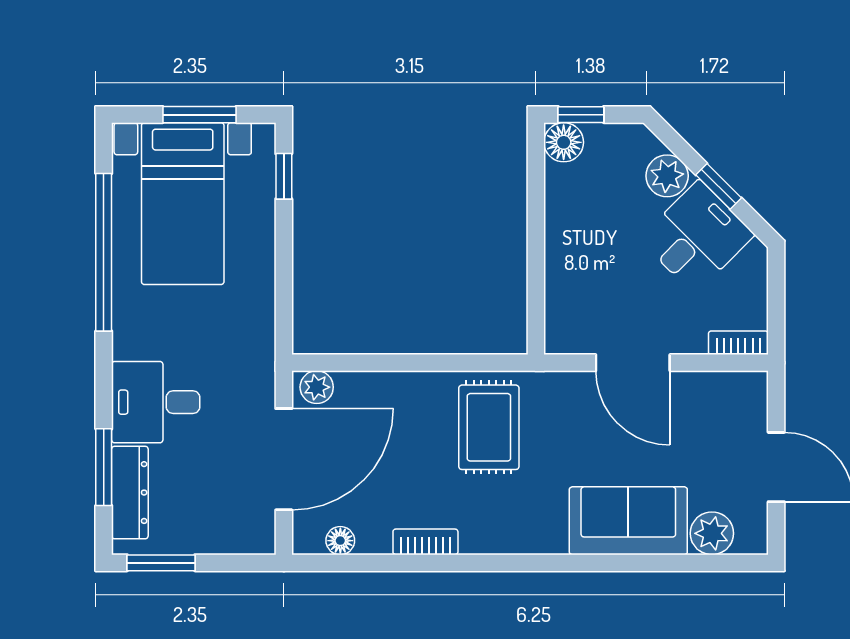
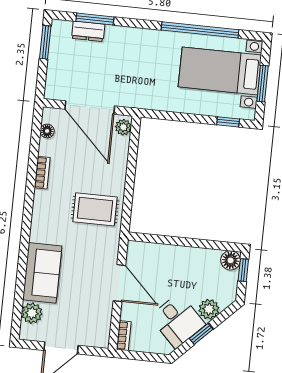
door: (633, 363) -> (119, 283), swing flipped
desk: (156, 402) -> (124, 48), removed
dresser: (130, 493) -> (88, 31), width x0.70

